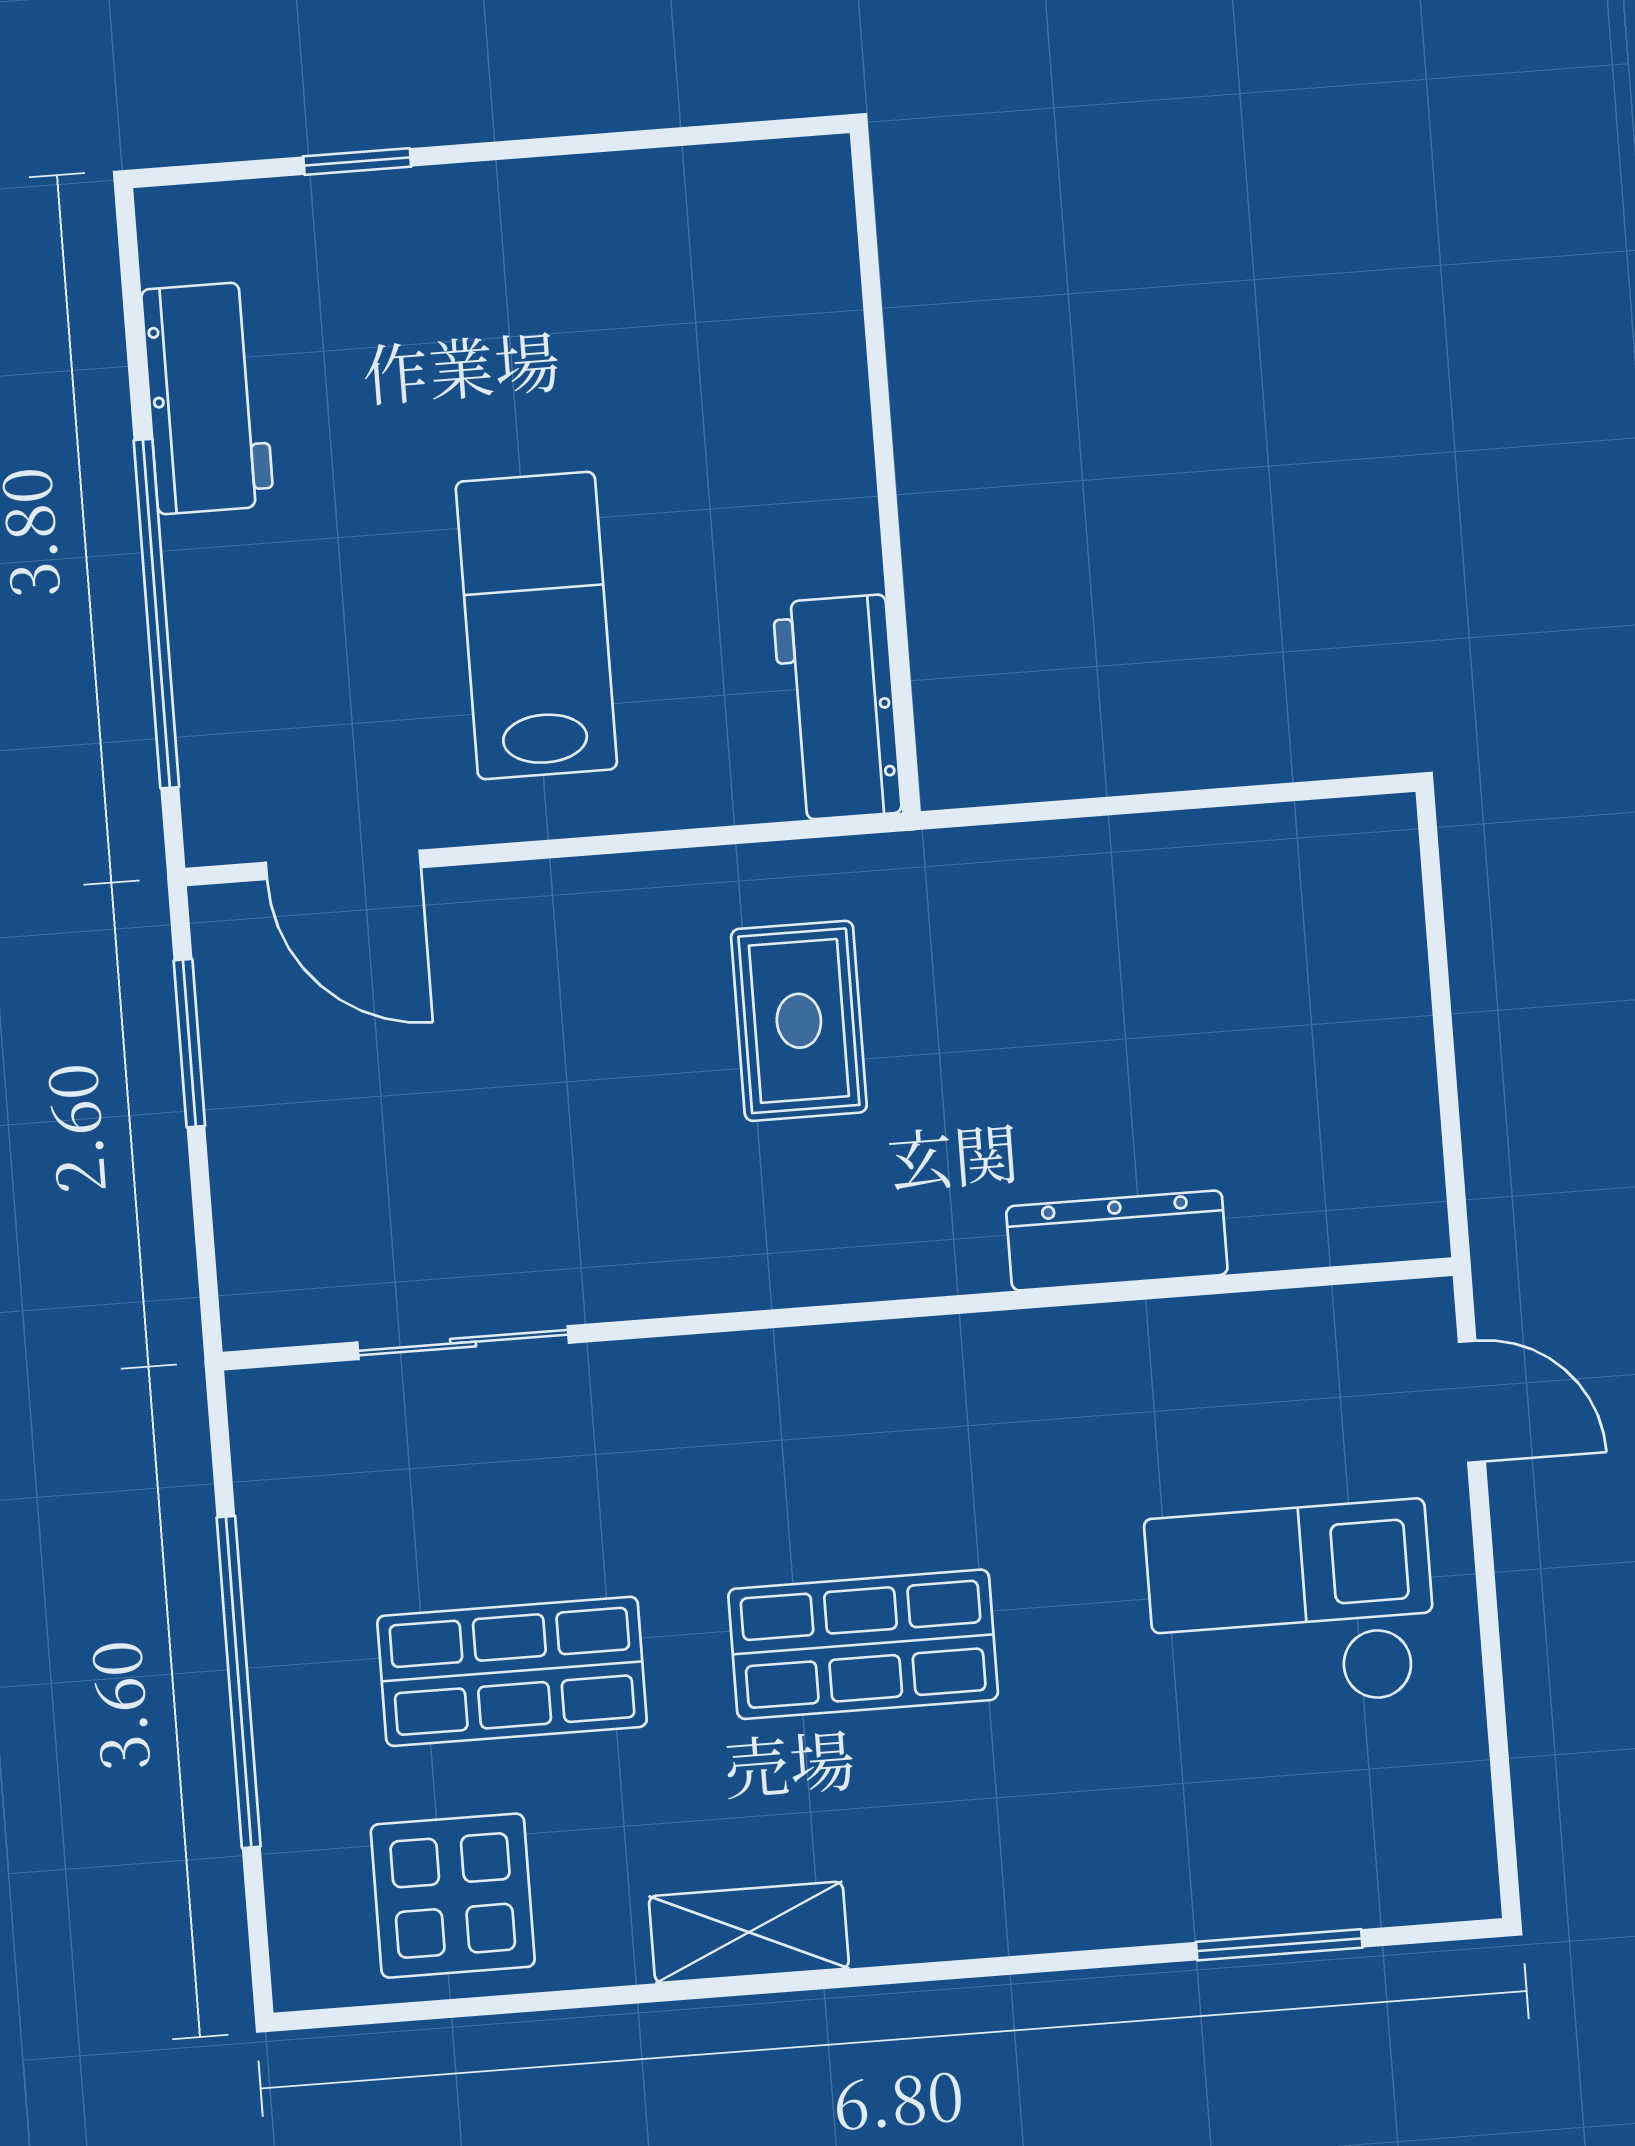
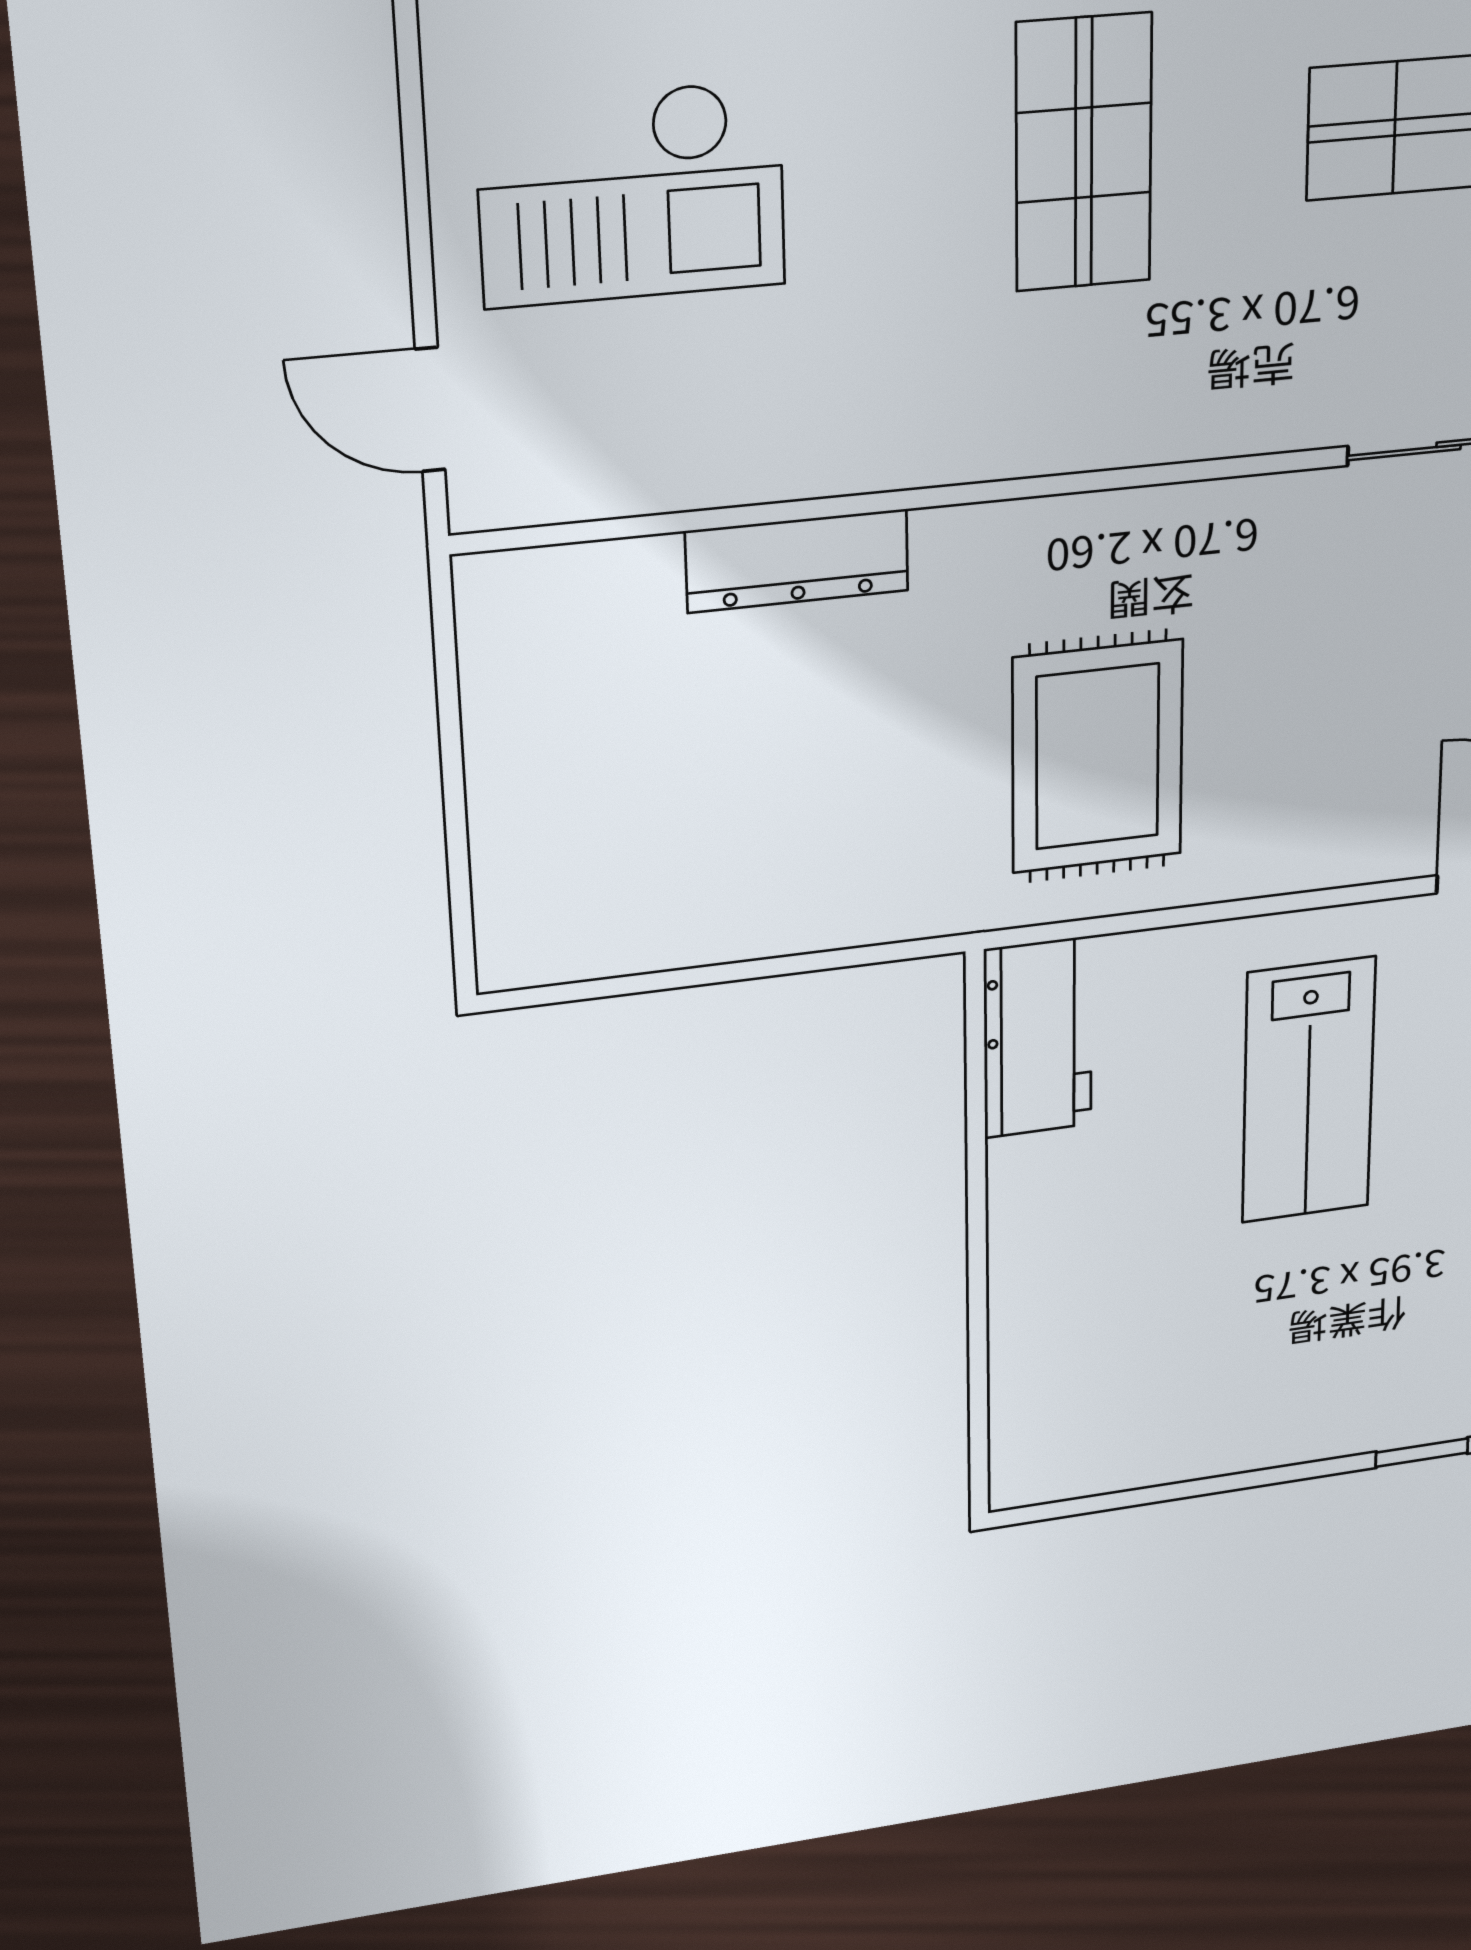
rug: (799, 1021) -> (1098, 757), width x1.36, depth x1.43
shop shelf: (863, 1644) -> (1084, 153), turned 90

